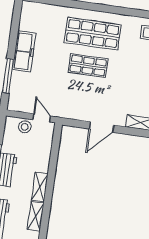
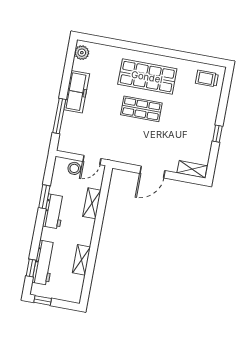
plant: (27, 13) -> (82, 53), added
door: (42, 118) -> (92, 160), swing flipped
shelving: (40, 187) -> (92, 203), moved

